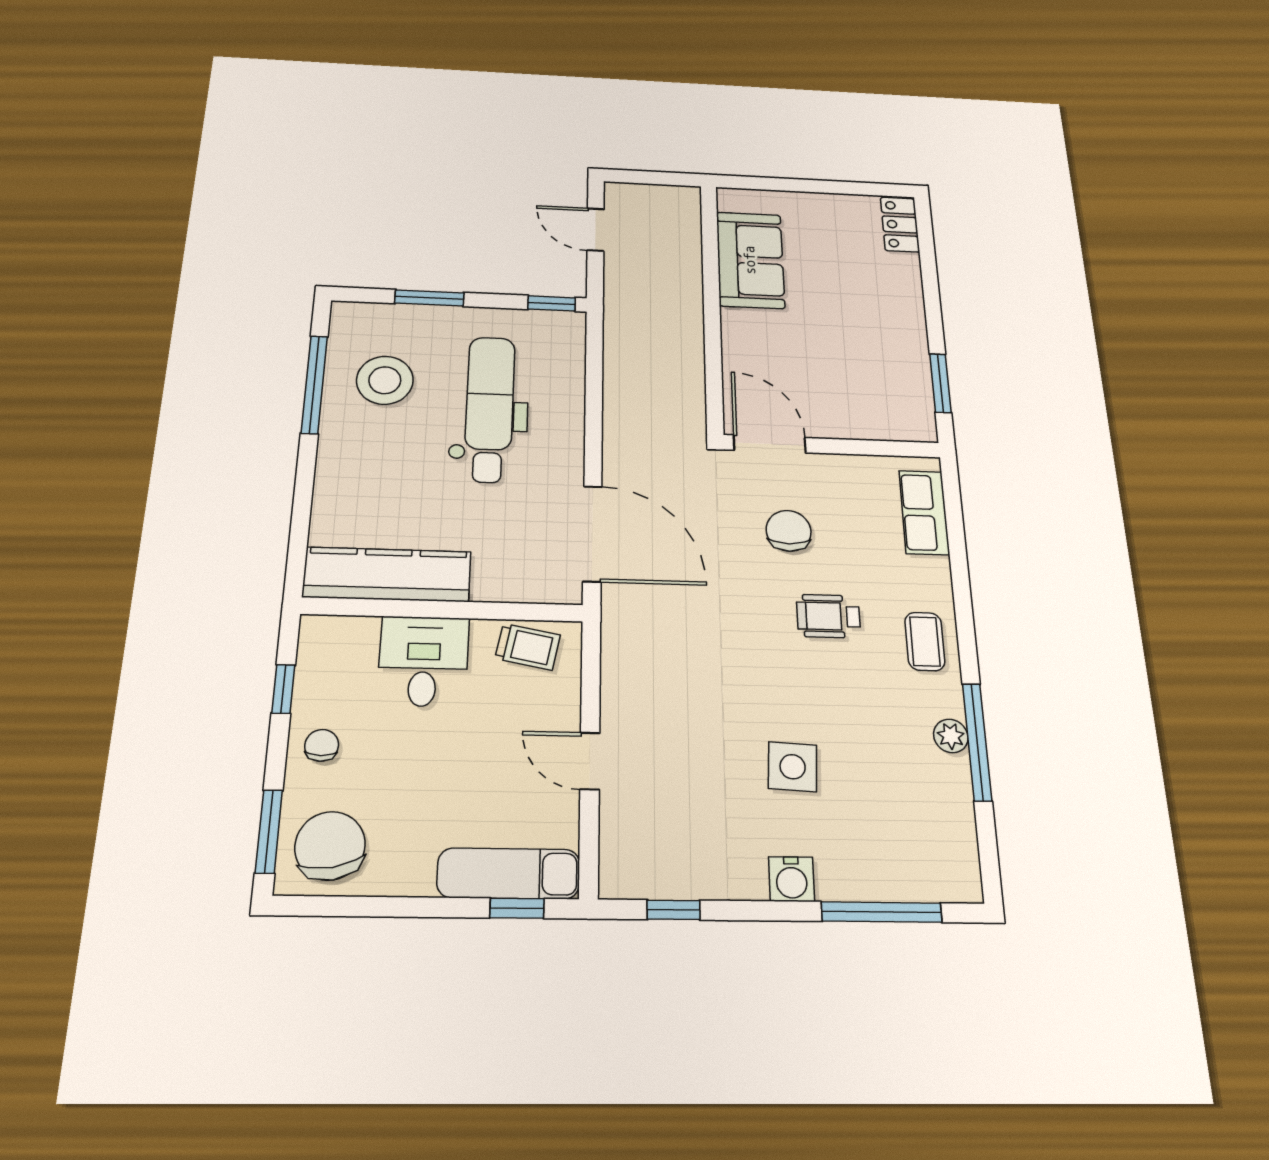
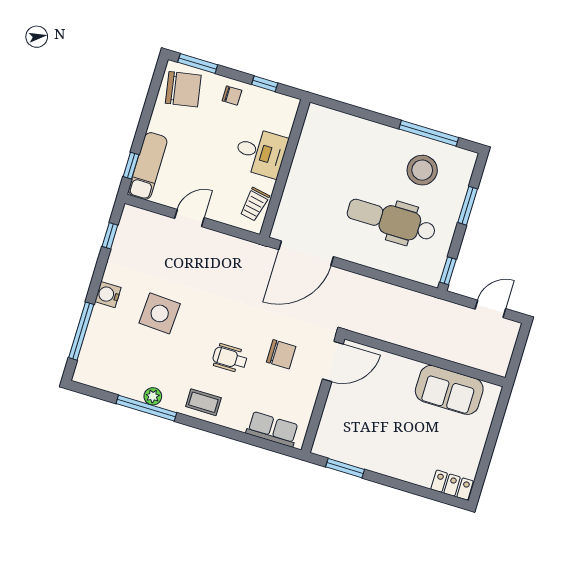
dental chair: (490, 409) -> (391, 220), turned 180
kitchen counter: (387, 574) -> (311, 146), removed
wheelchair: (828, 616) -> (230, 358), turned -90
side table: (793, 767) -> (160, 313), width x1.37, depth x1.37

